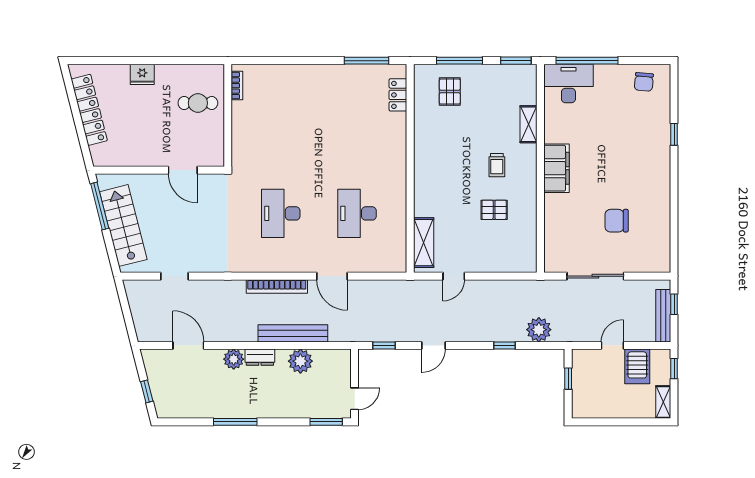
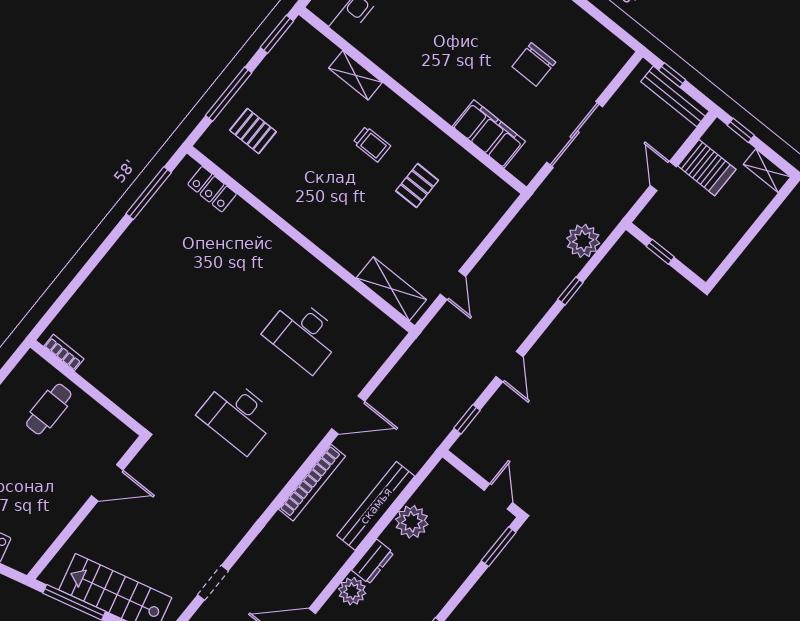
filing cabinet: (556, 168) -> (489, 134), moved

